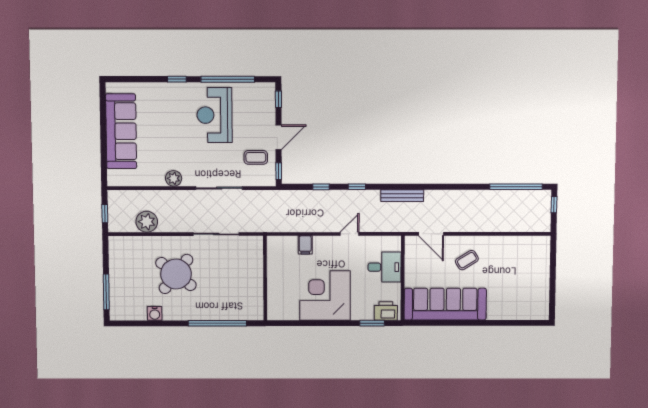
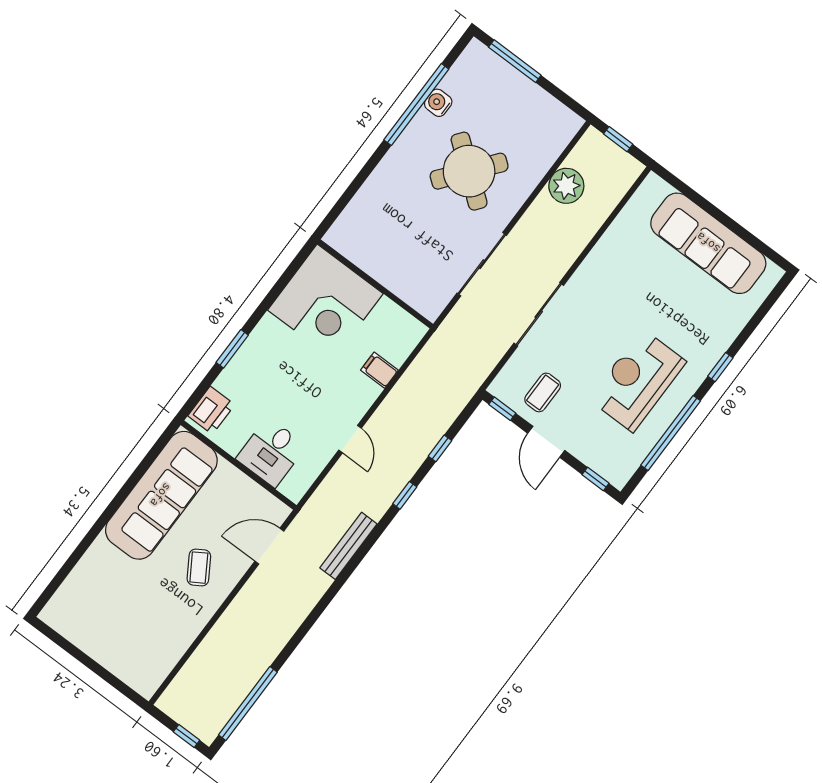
reception desk: (214, 115) -> (638, 381), turned -90
plant: (174, 178) -> (596, 264), removed
corner desk: (325, 296) -> (325, 302), moved, turned 90
window: (217, 323) -> (416, 104), moved
window: (372, 323) -> (232, 349), moved

